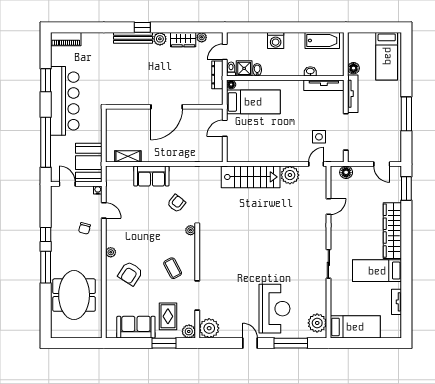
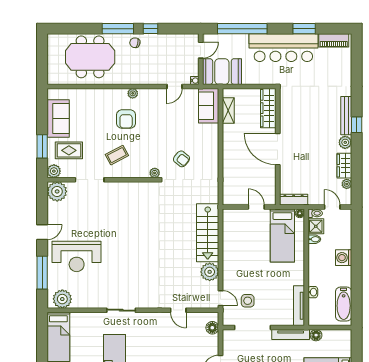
piano: (66, 39) -> (334, 40), moved, turned -90
dresser: (217, 75) -> (294, 200), moved
wardrobe: (126, 116) -> (268, 108), added
sofa: (151, 176) -> (209, 106), moved
chair: (84, 228) -> (135, 43), moved
armchair: (130, 273) -> (126, 119), moved, turned -123

